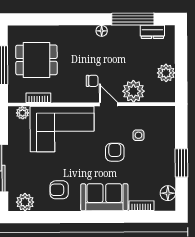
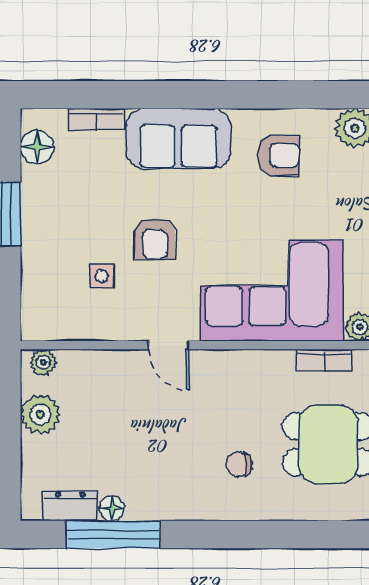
floor lamp: (102, 31) -> (112, 509), moved
chair: (92, 81) -> (239, 464), moved
plant: (133, 91) -> (43, 362), moved, width x0.53, depth x0.53

